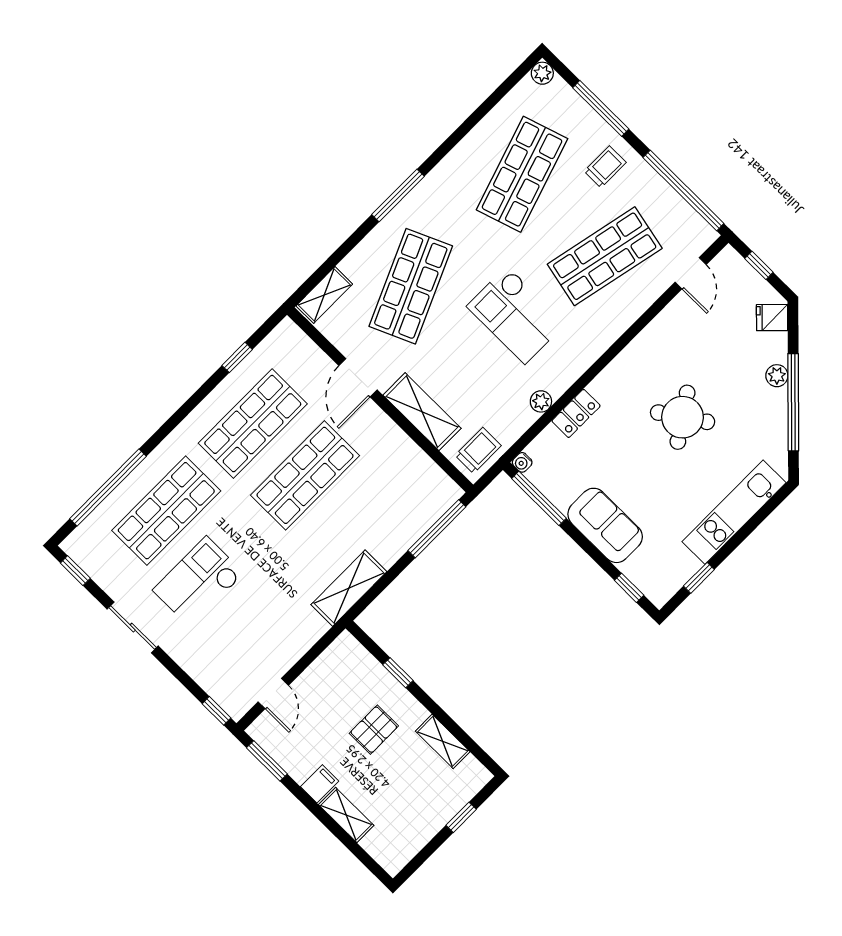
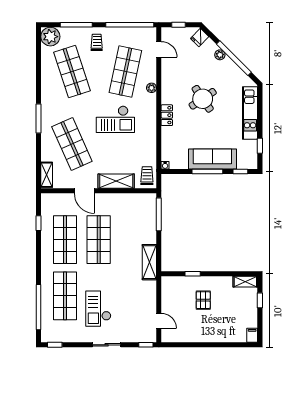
plant: (542, 73) -> (50, 37), width x1.88, depth x1.88
plant: (541, 401) -> (152, 88), moved
locker: (576, 413) -> (167, 115), moved
window: (539, 498) -> (207, 172), moved
sofa: (605, 525) -> (212, 159), width x1.36
sliding door: (133, 628) -> (107, 345), moved
shelving: (443, 741) -> (245, 282), moved
window: (267, 761) -> (178, 345), removed
filing cabinet: (320, 784) -> (252, 335), moved
shelving: (346, 815) -> (222, 337), removed

